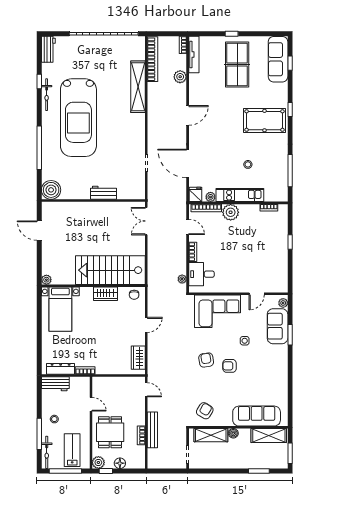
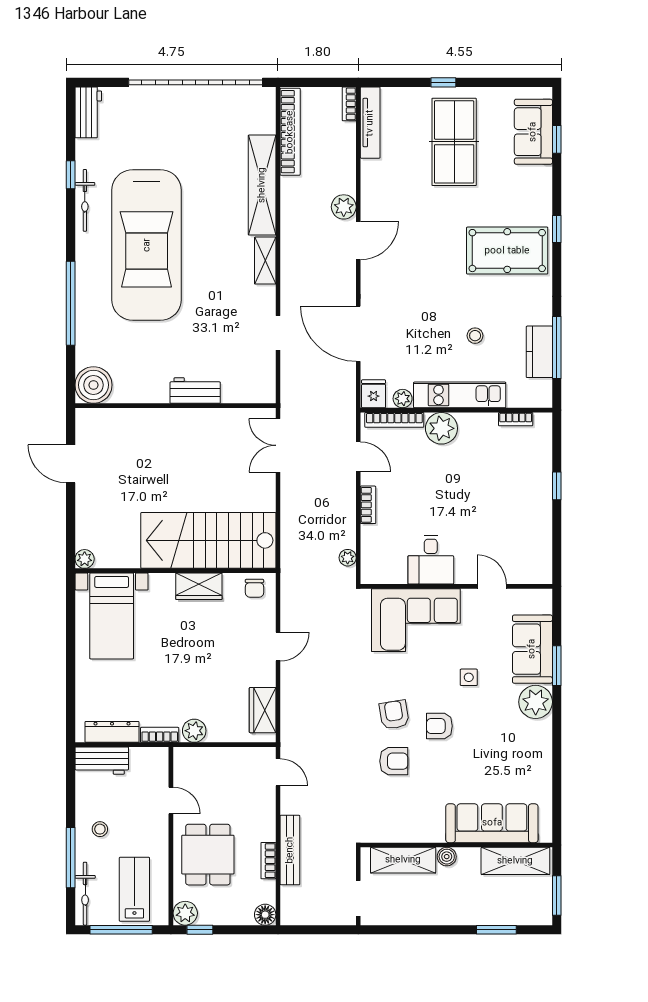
sofa: (278, 59) -> (533, 132), width x0.73
plant: (180, 77) -> (344, 207), moved
shelving: (140, 126) -> (265, 261), added
kitchen counter: (281, 173) -> (539, 352), added
desk: (201, 274) -> (431, 560), moved, turned -90
door: (257, 294) -> (492, 586), swing flipped
plant: (283, 303) -> (536, 702), moved, width x1.88, depth x1.88
plant: (103, 368) -> (194, 731), added
armchair: (205, 411) -> (394, 761), moved, turned 59
floor lamp: (120, 463) -> (265, 915), moved

